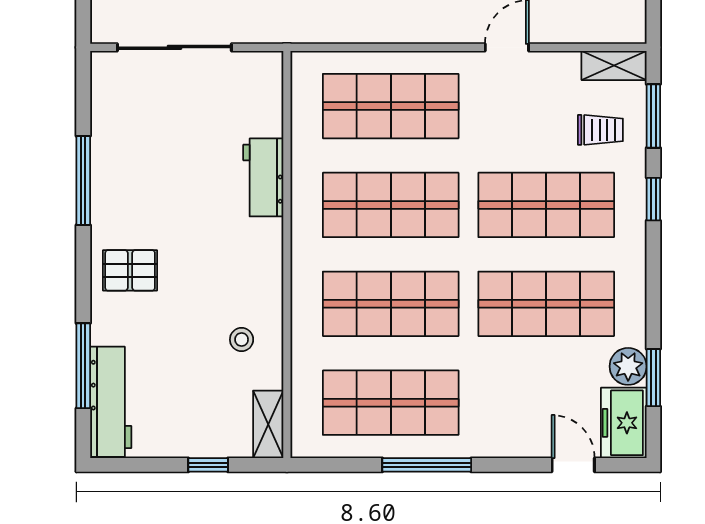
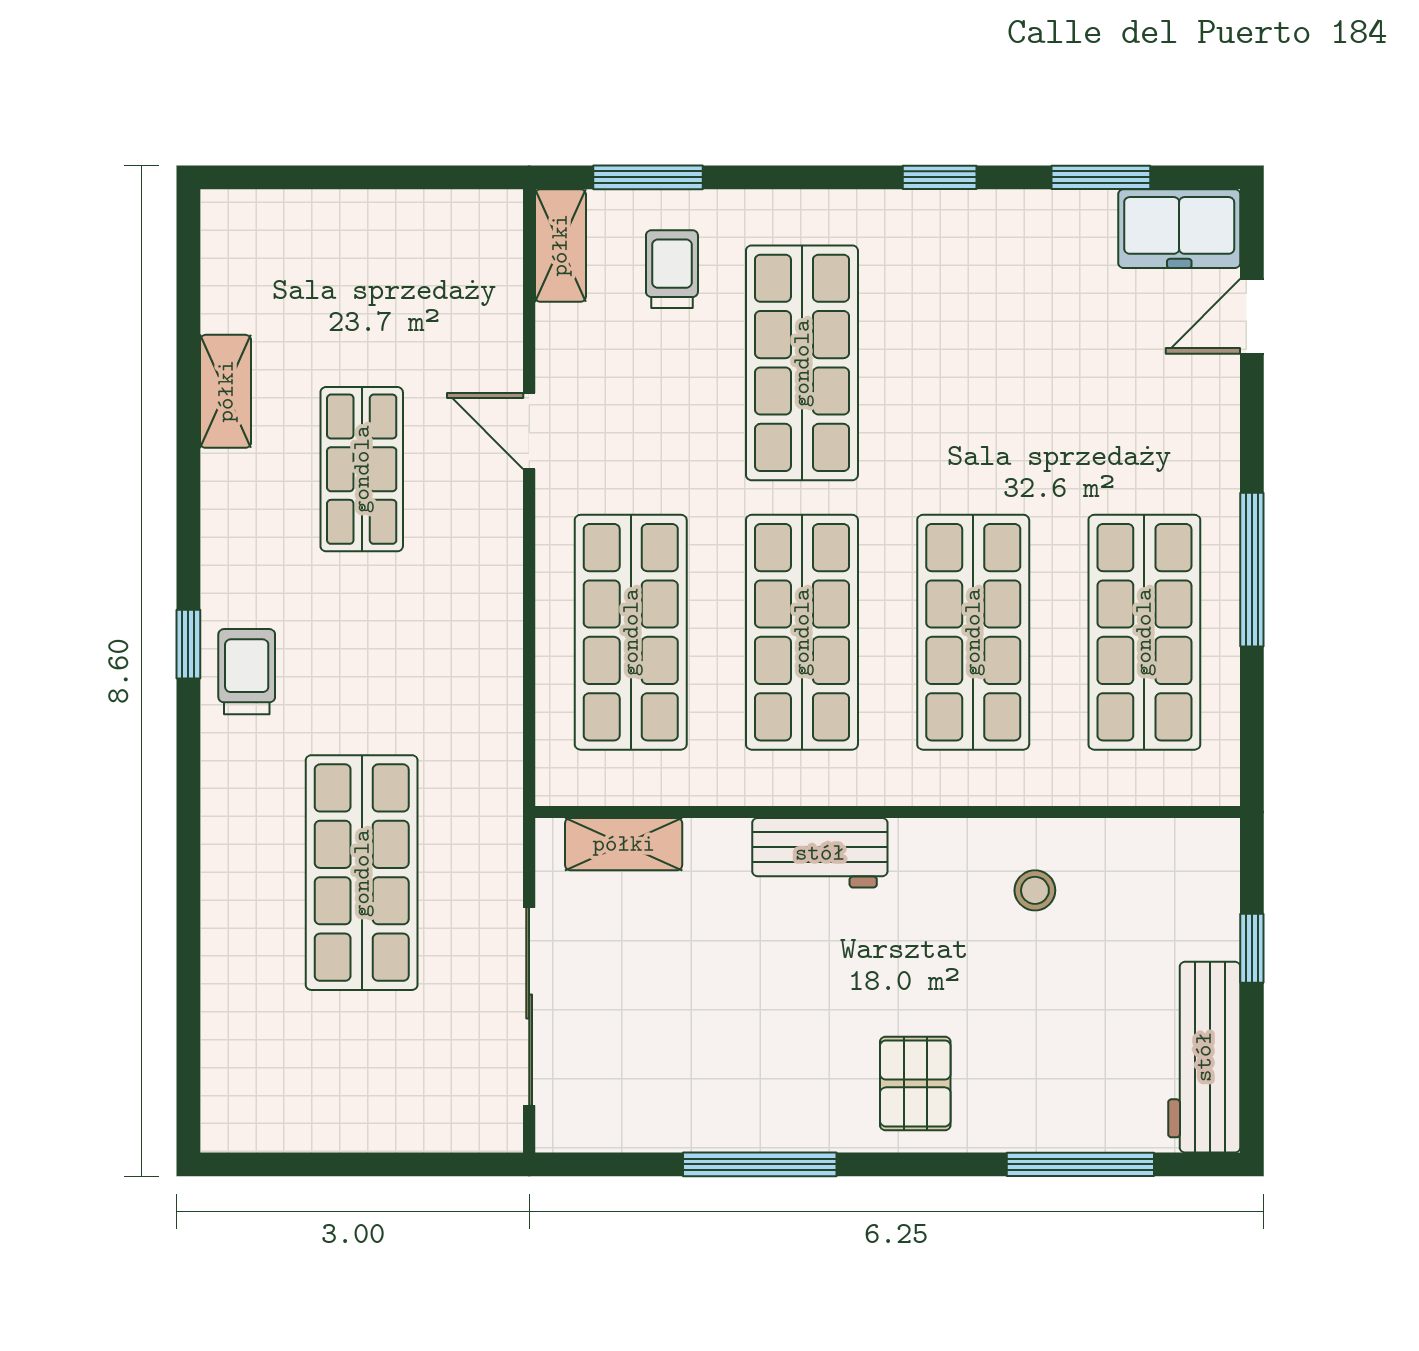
workbench: (263, 177) -> (820, 853), moved
window: (653, 199) -> (940, 177), moved
shop shelf: (546, 304) -> (973, 363), removed
plant: (628, 366) -> (1082, 221), removed
workbench: (111, 402) -> (1204, 1057), moved, turned -90
shelving: (268, 424) -> (624, 844), moved

